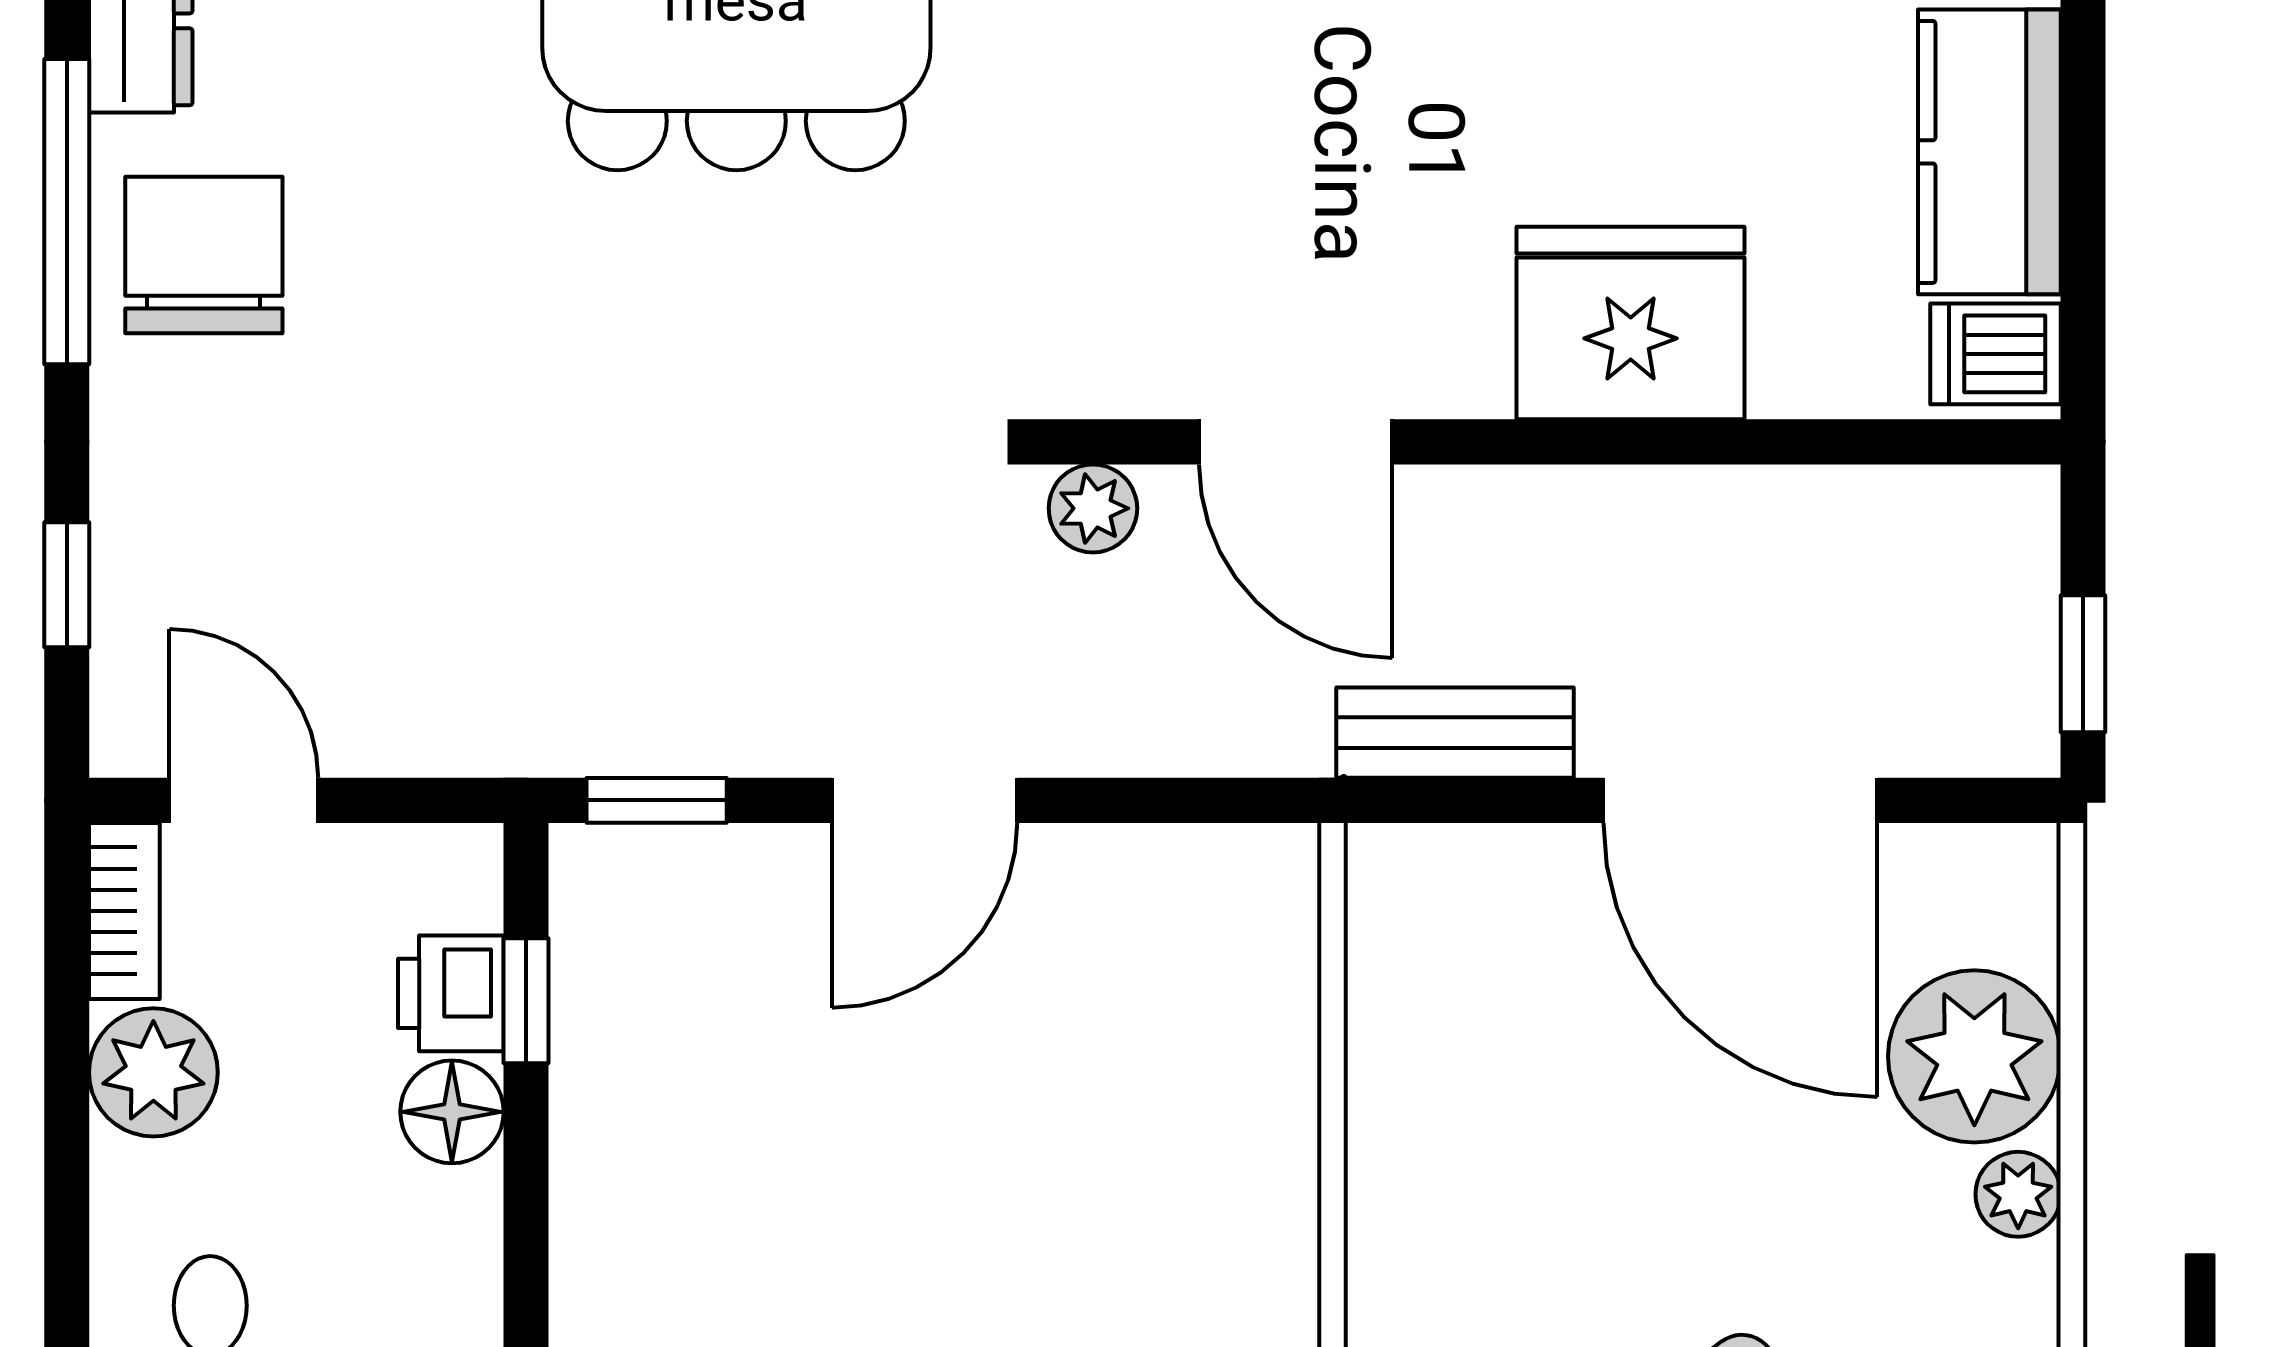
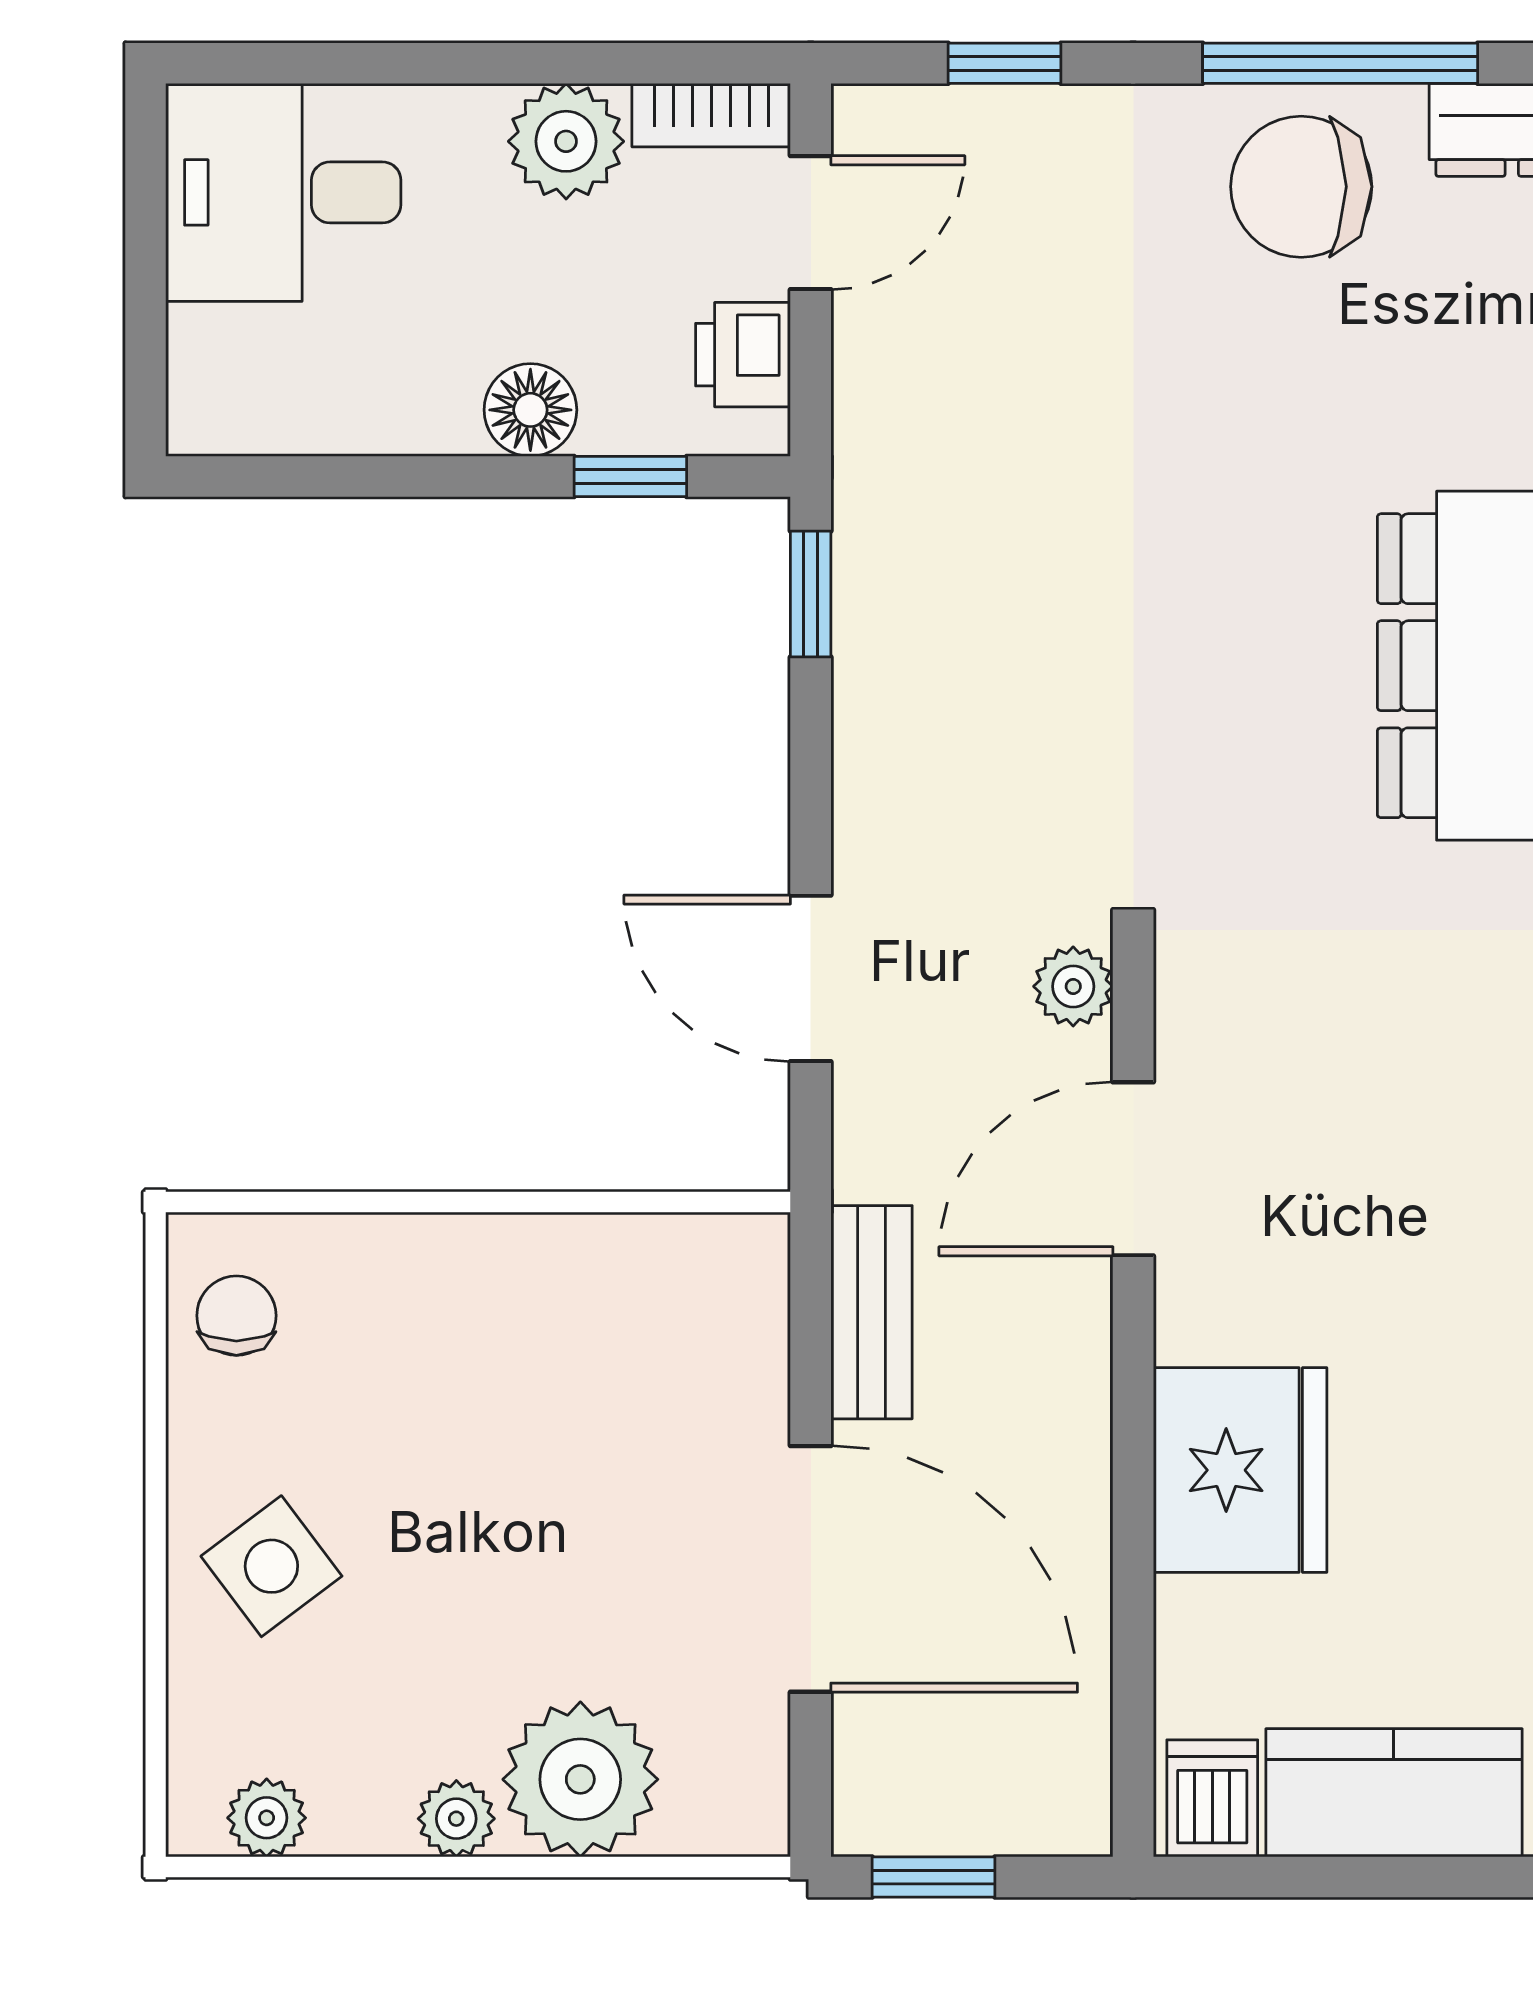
chair: (204, 255) -> (1301, 187), turned 180
door: (925, 800) -> (811, 978), moved
door: (1740, 800) -> (811, 1569), swing flipped
printer: (451, 993) -> (743, 355), moved, turned -90

